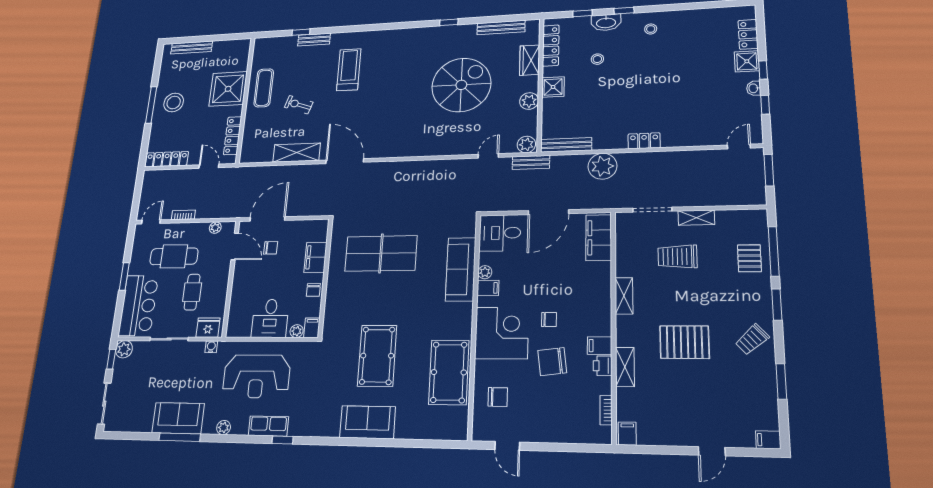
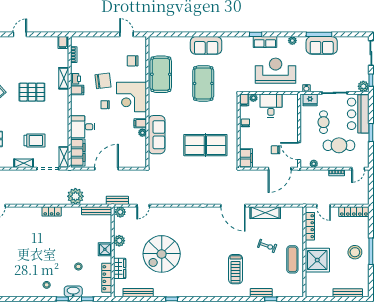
desk: (500, 233) -> (83, 127), moved, turned 180
filing cabinet: (315, 257) -> (246, 158), moved
shelving: (624, 296) -> (64, 157), moved

